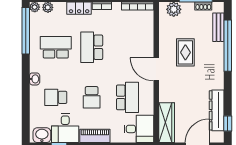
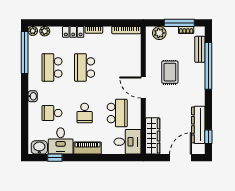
school desk: (56, 47) -> (52, 67), turned -90

